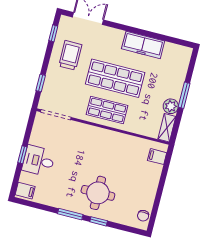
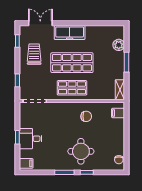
freezer: (143, 45) -> (70, 32), moved
plant: (171, 106) -> (119, 45), moved
chair: (116, 151) -> (86, 116), added

